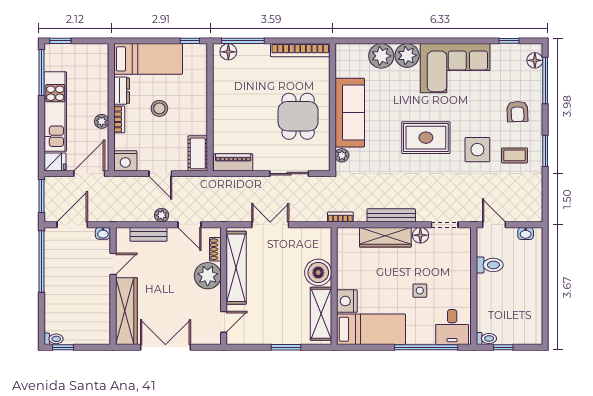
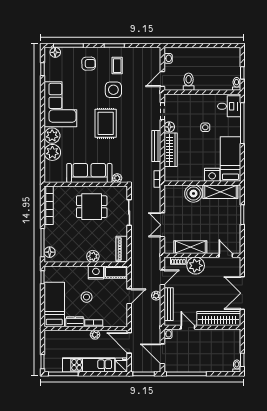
plant: (222, 118) -> (93, 256), added
nightstand: (125, 161) -> (96, 272), moved, turned -90
bench: (149, 234) -> (169, 304), width x1.36
shelving: (236, 268) -> (190, 247), width x0.68

